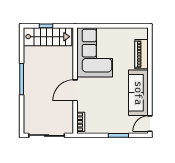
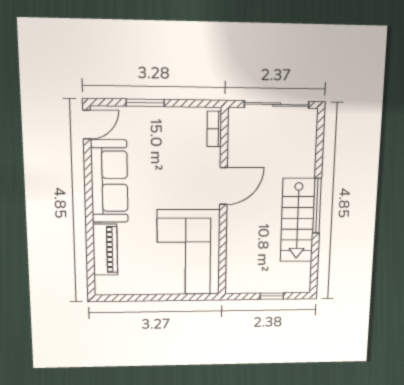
stairs: (48, 37) -> (298, 220), moved, turned -90

